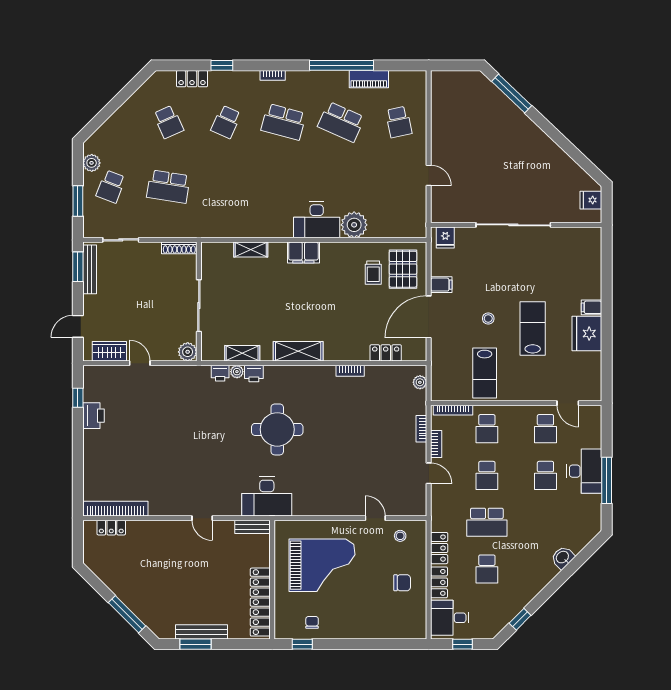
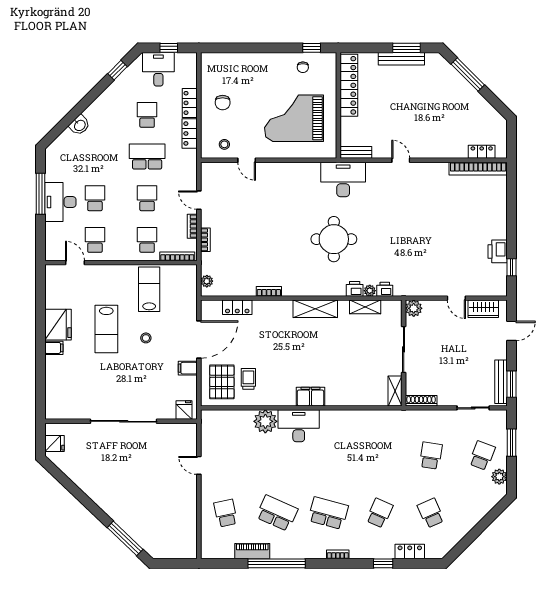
school desk: (168, 187) -> (431, 456), width x0.54
shelving: (251, 250) -> (395, 391), moved, turned 90
chair: (402, 583) -> (223, 103), turned -90
desk: (450, 618) -> (158, 69), moved, turned -90

